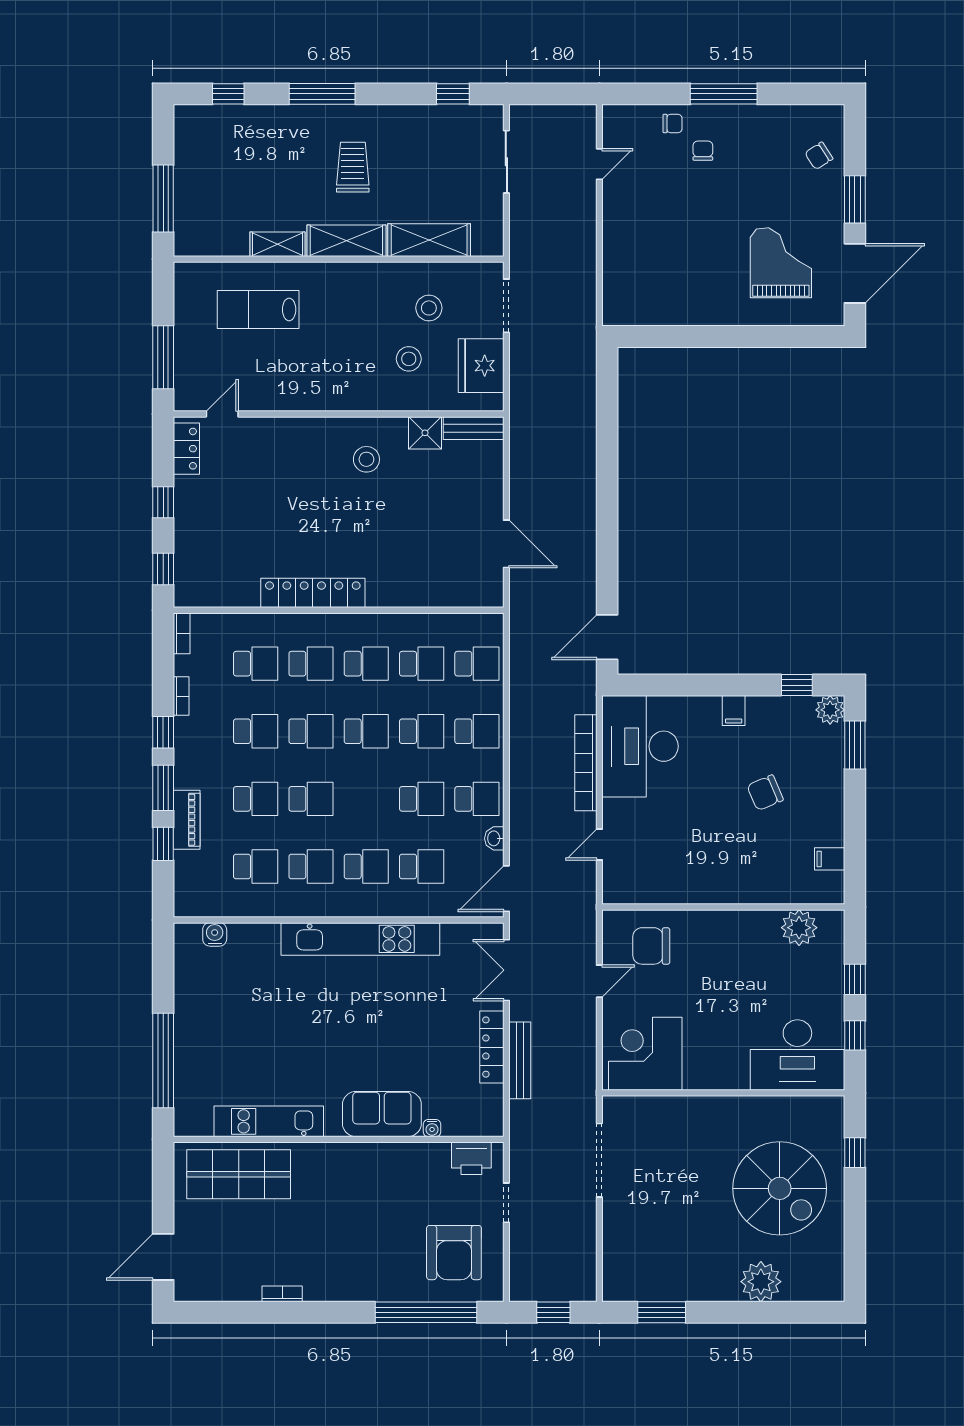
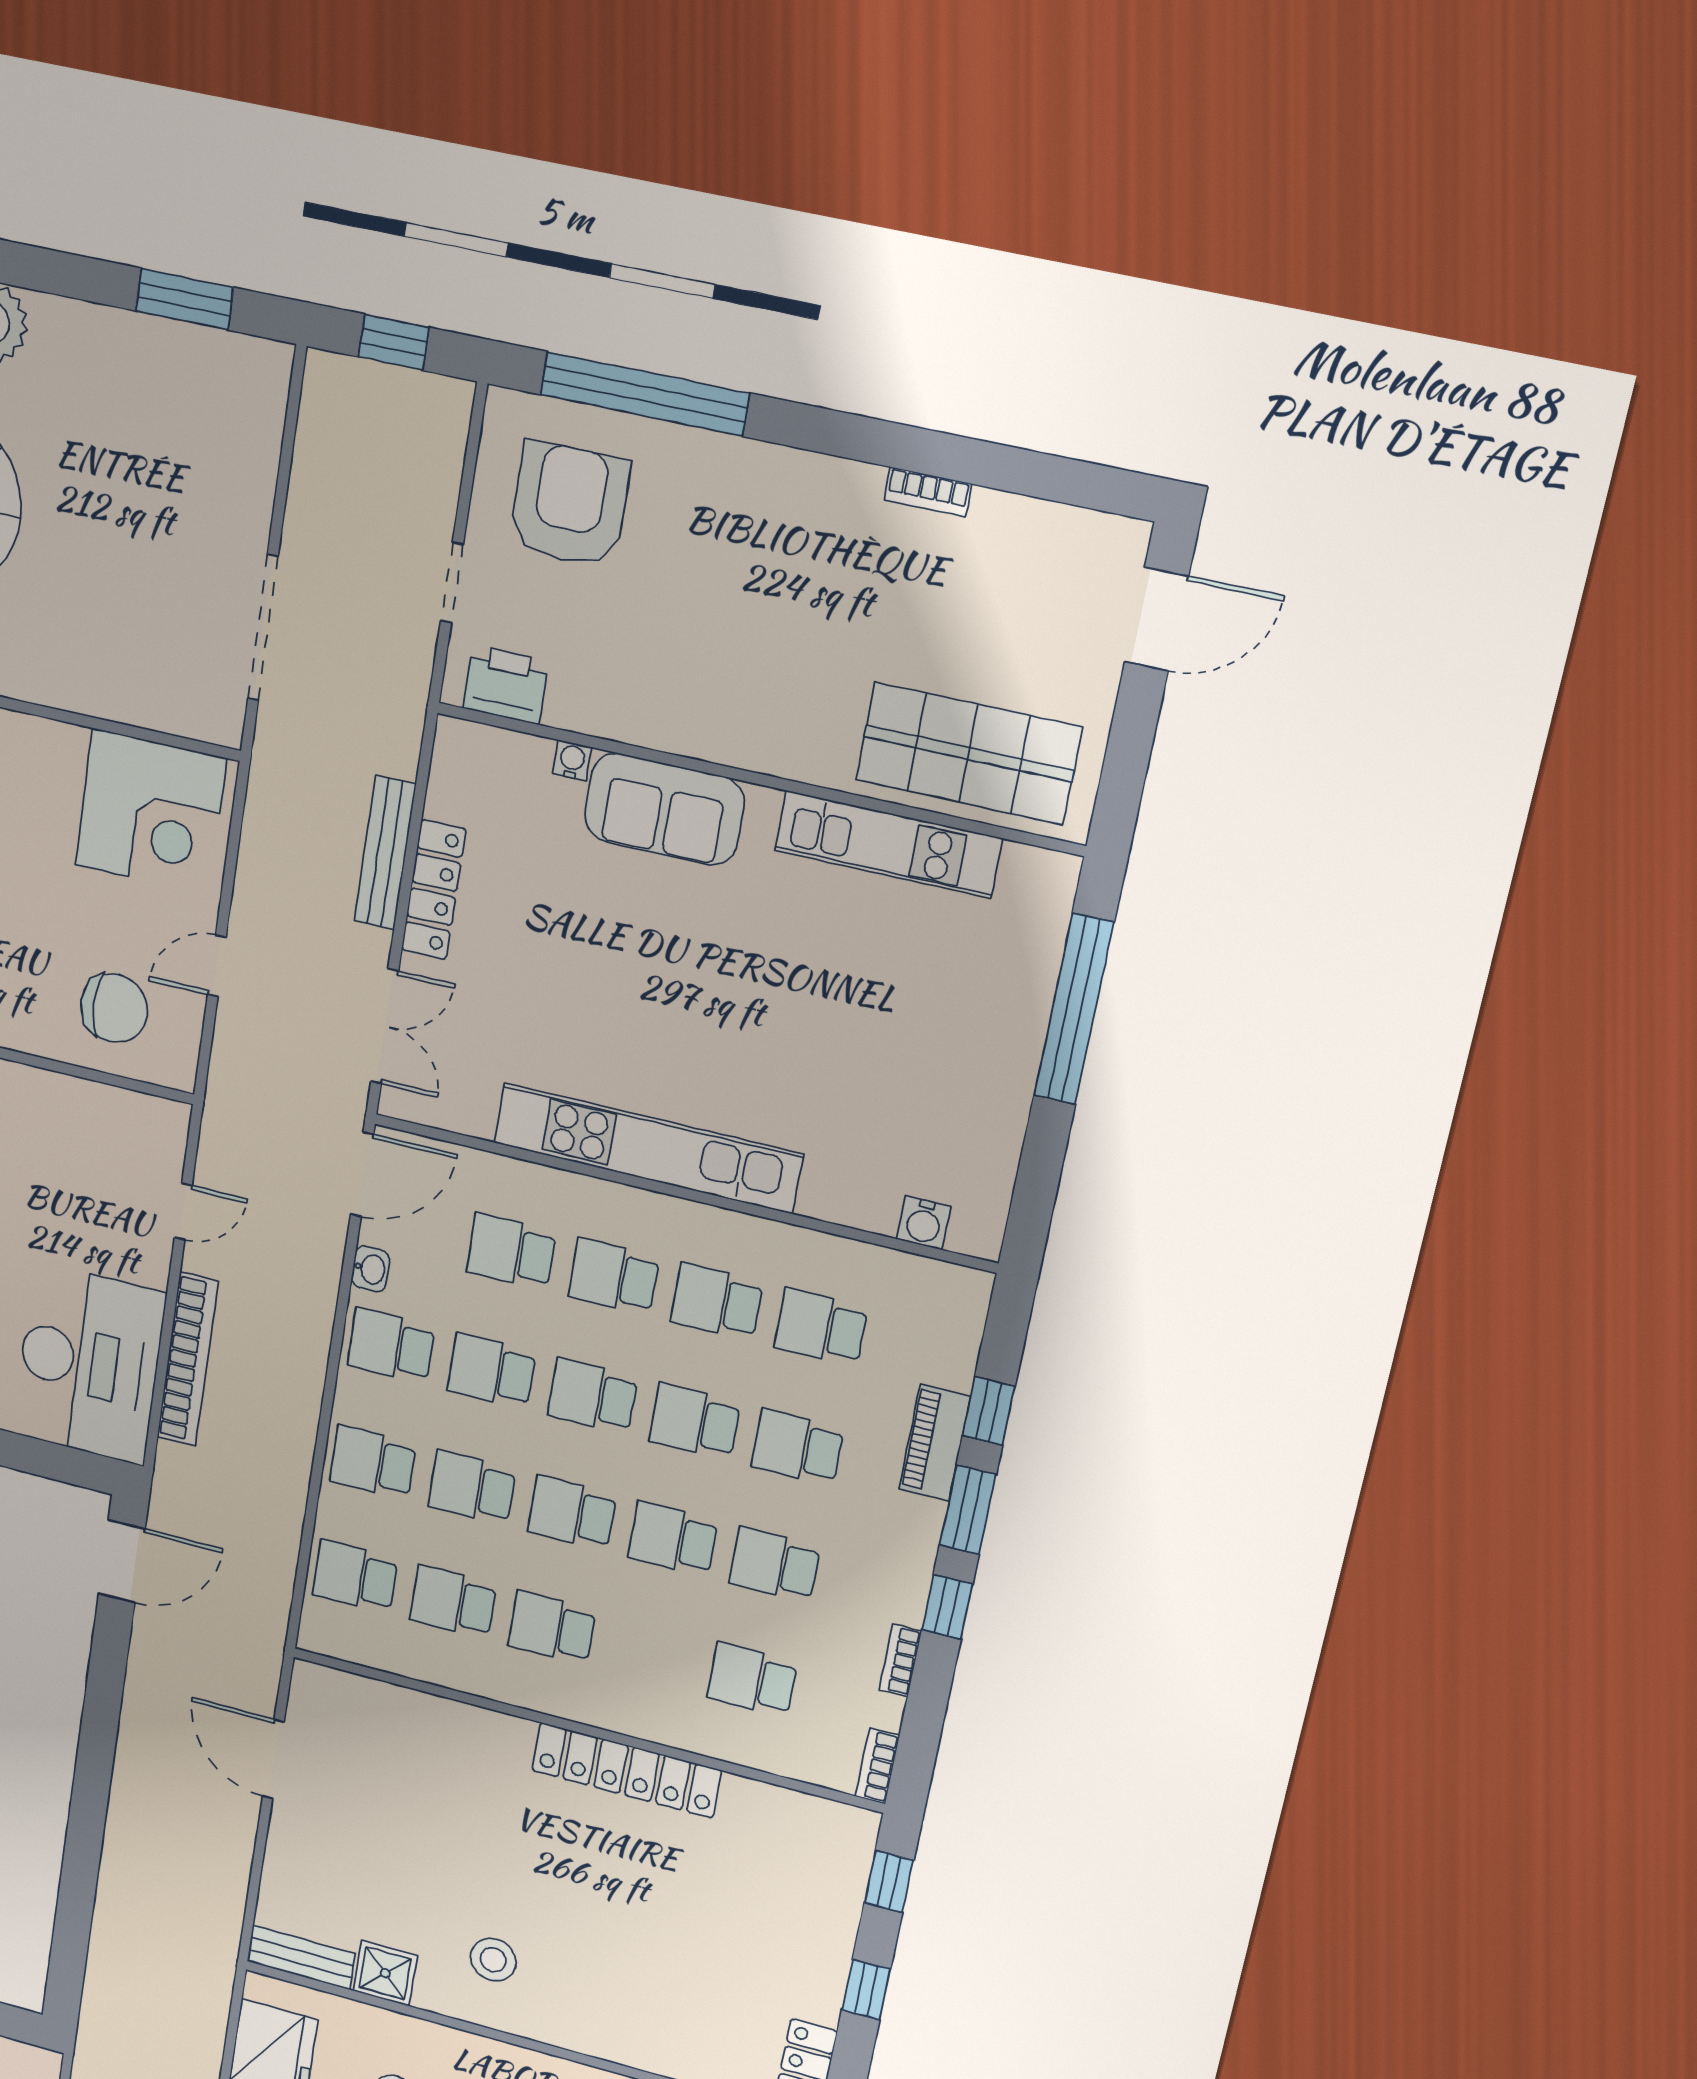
school desk: (311, 664) -> (593, 1396), moved

